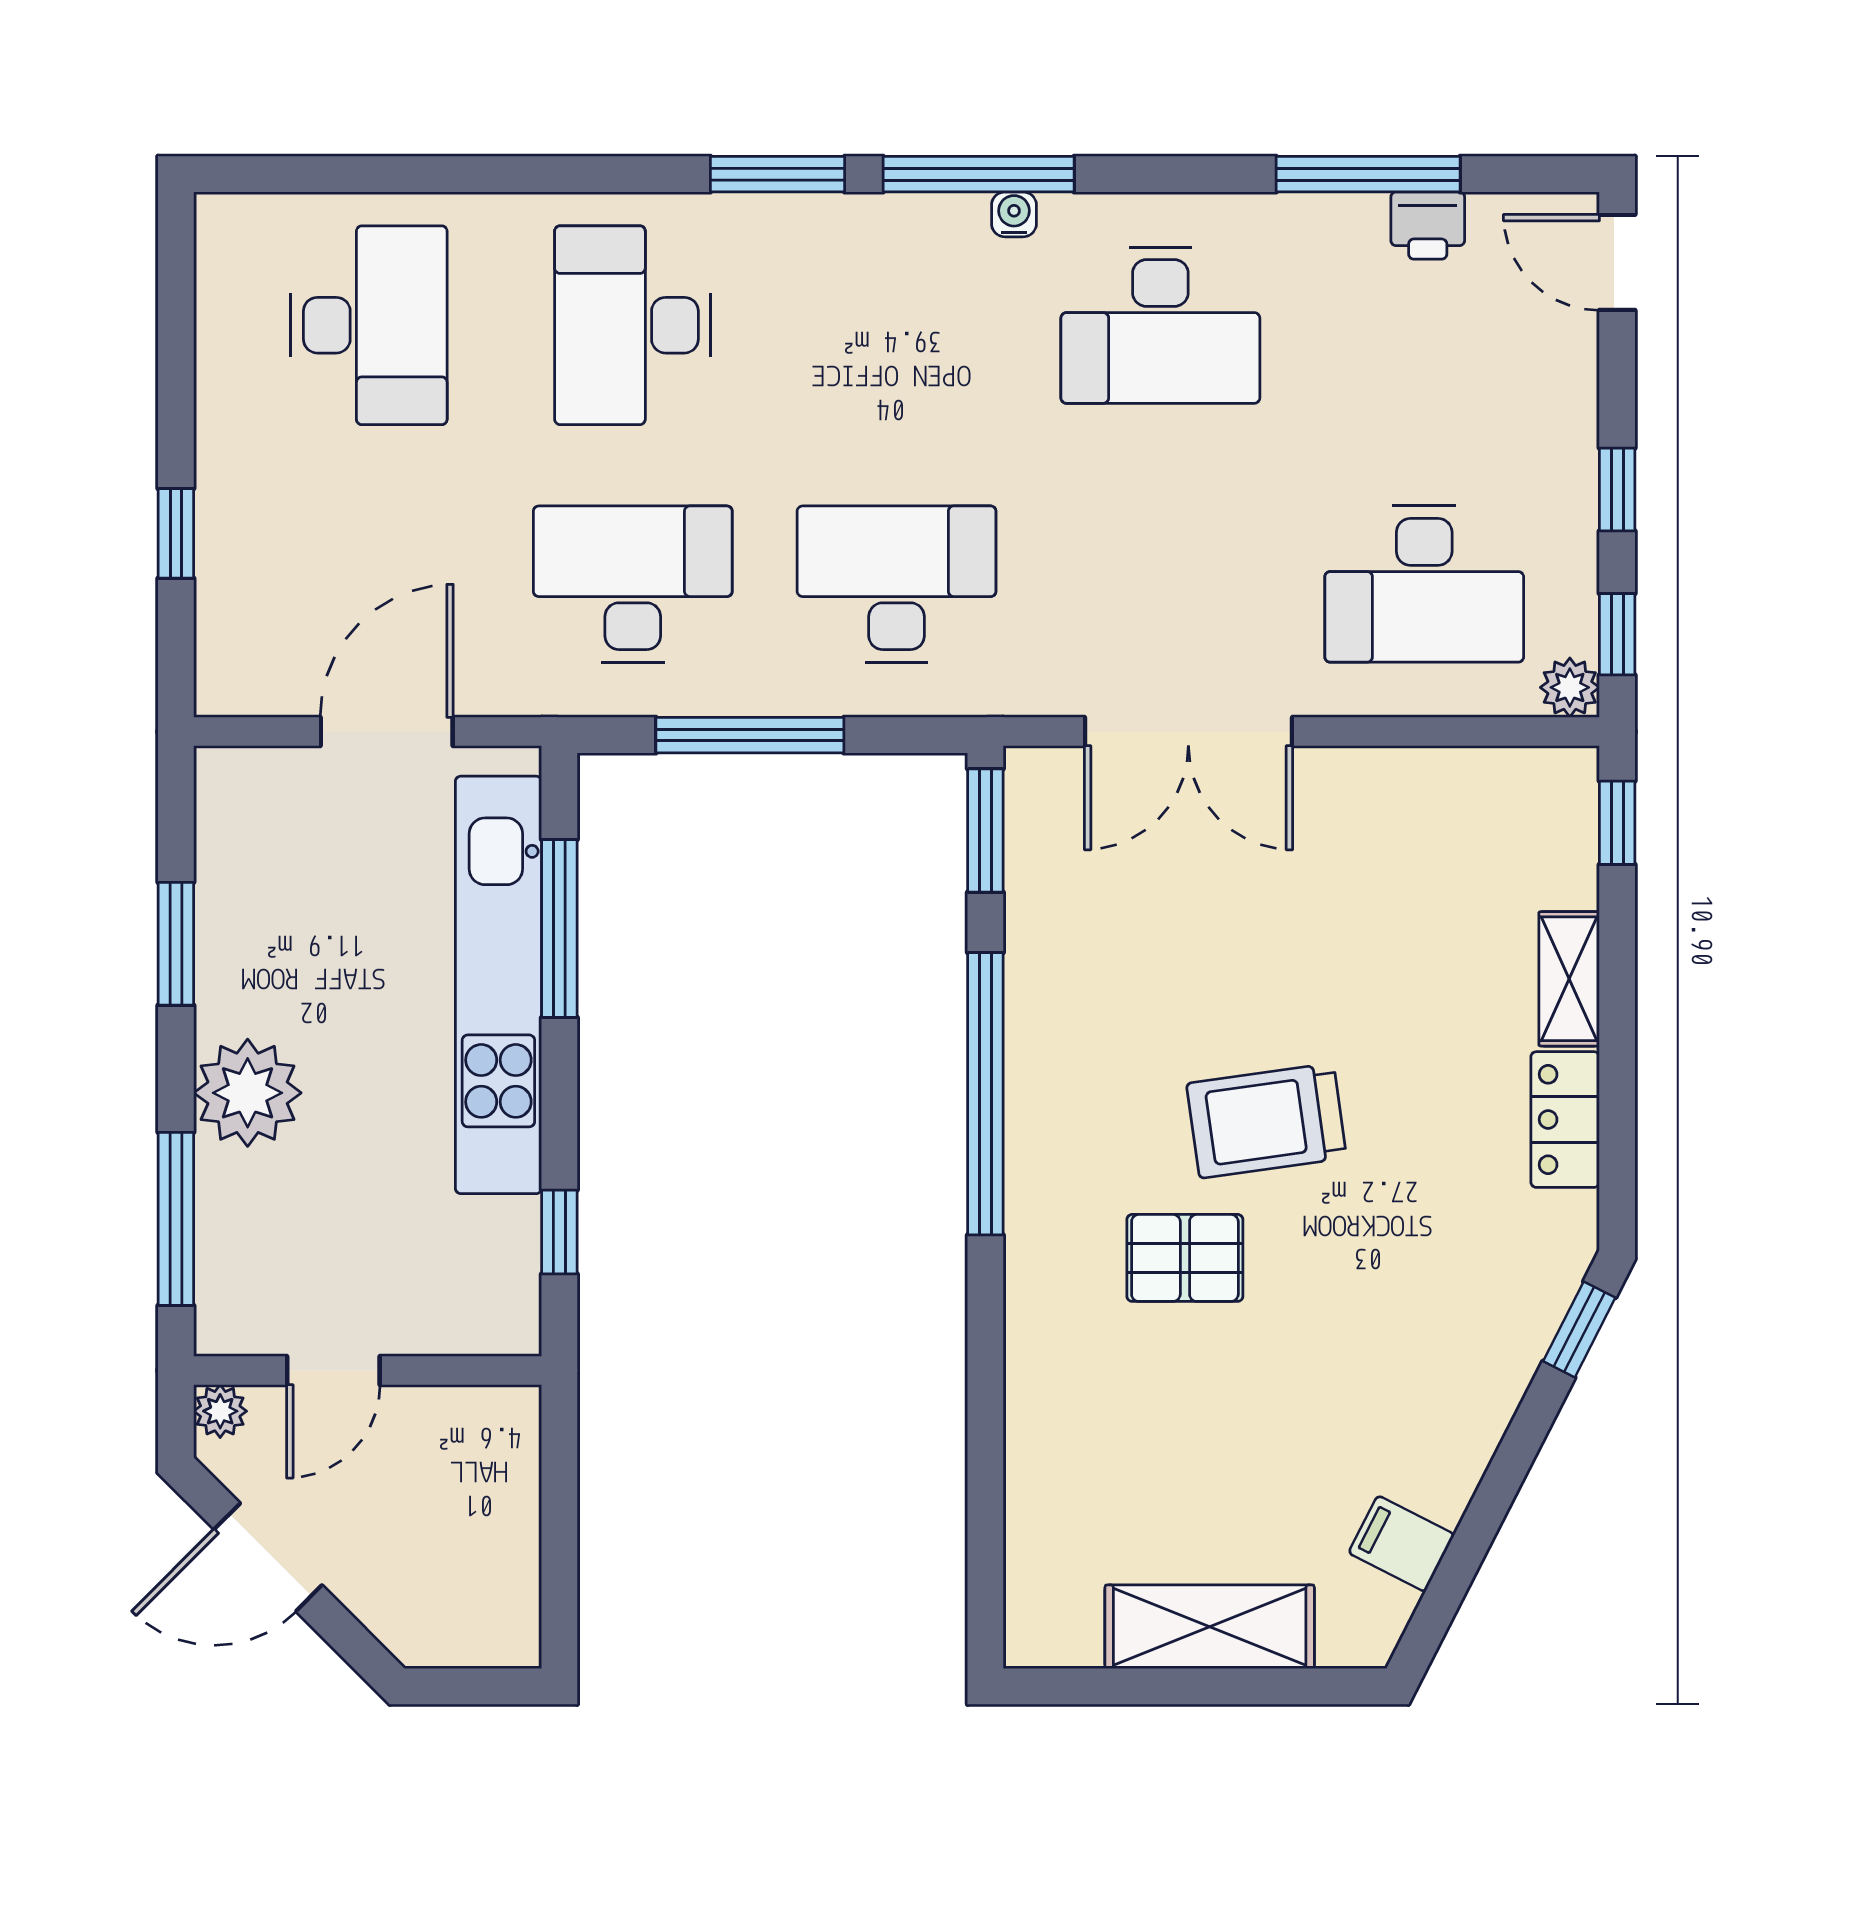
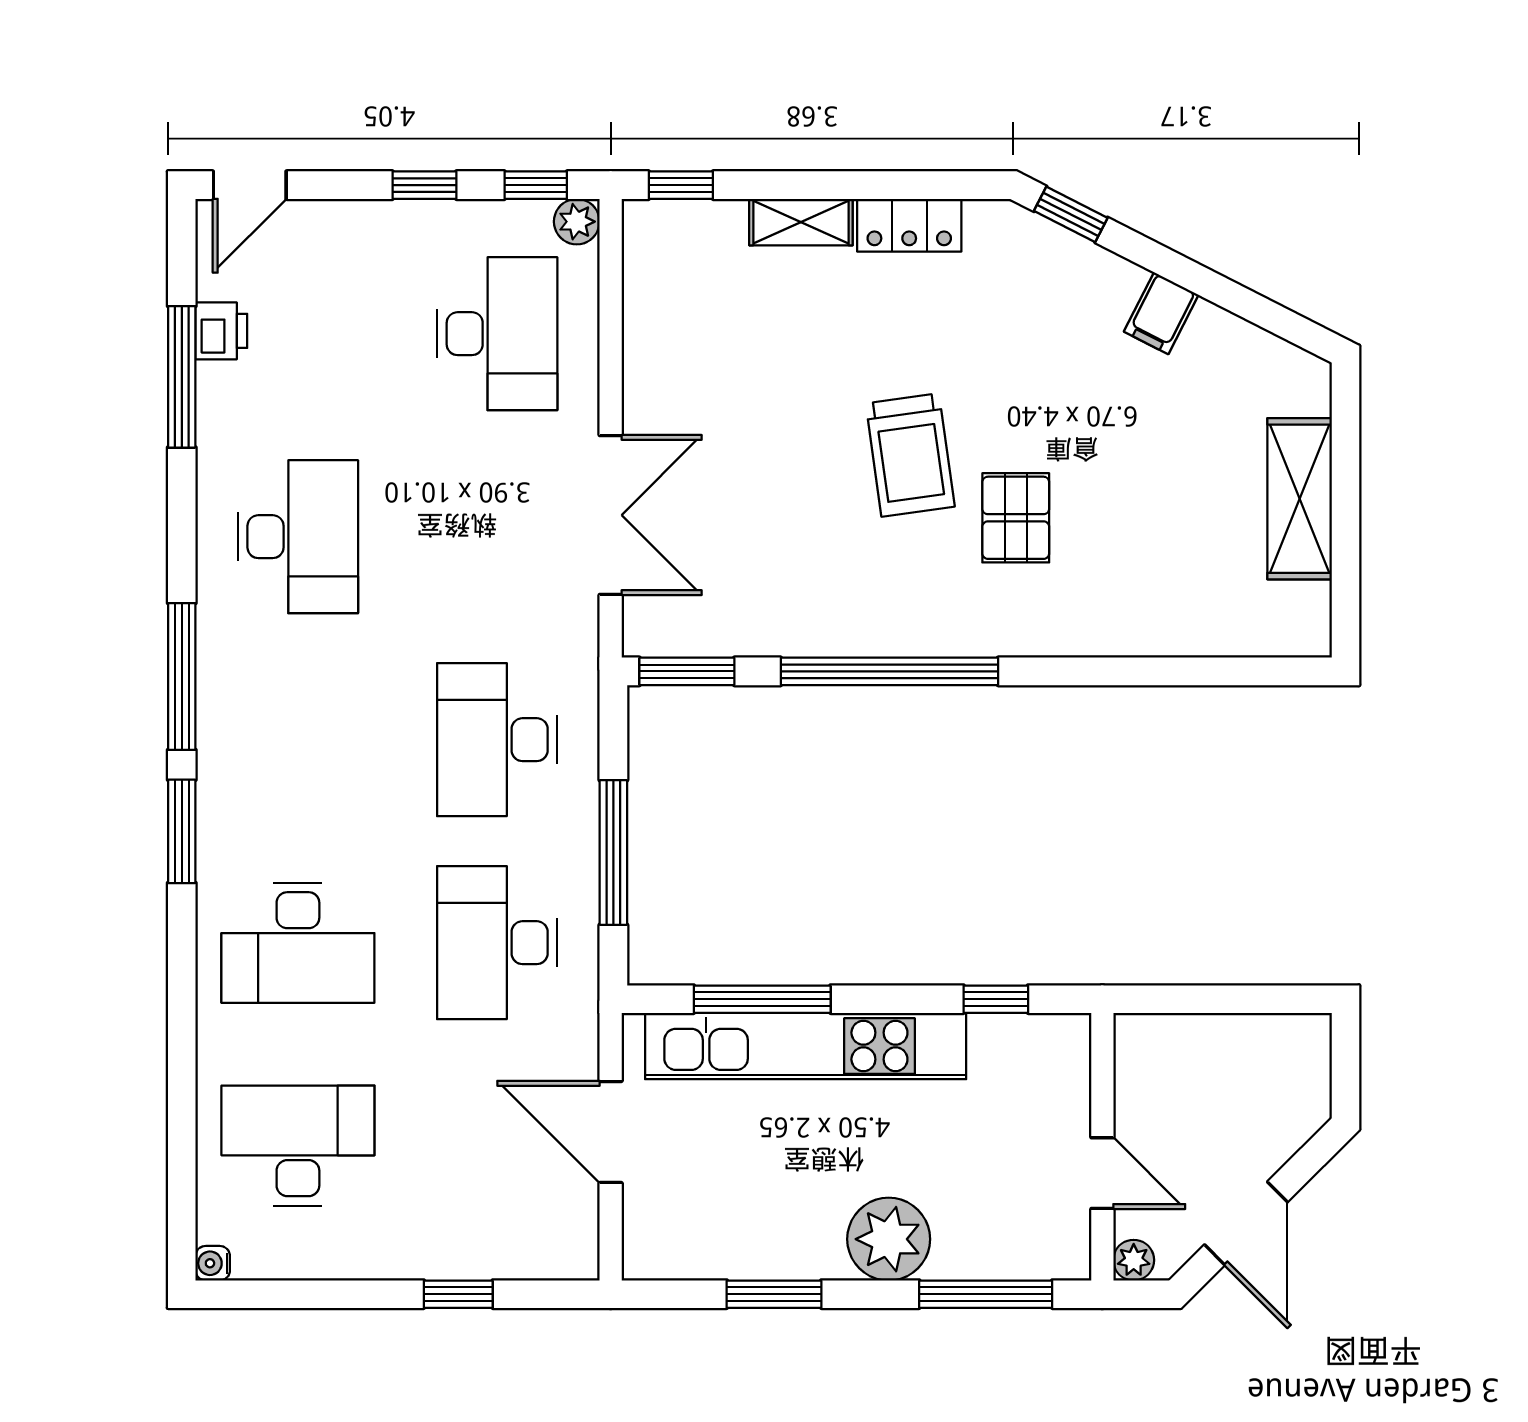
water cooler: (1014, 214) -> (213, 1263), moved
filing cabinet: (1402, 1544) -> (1161, 313), moved

